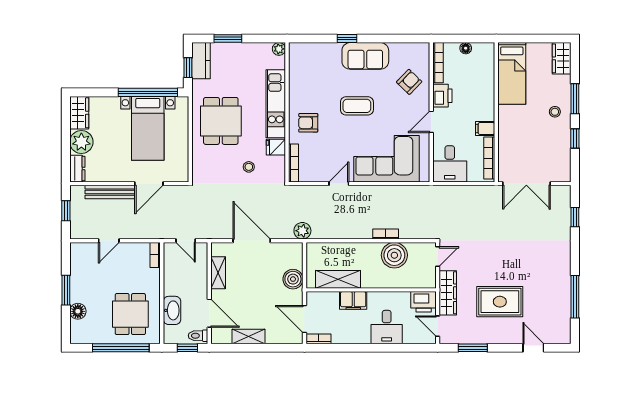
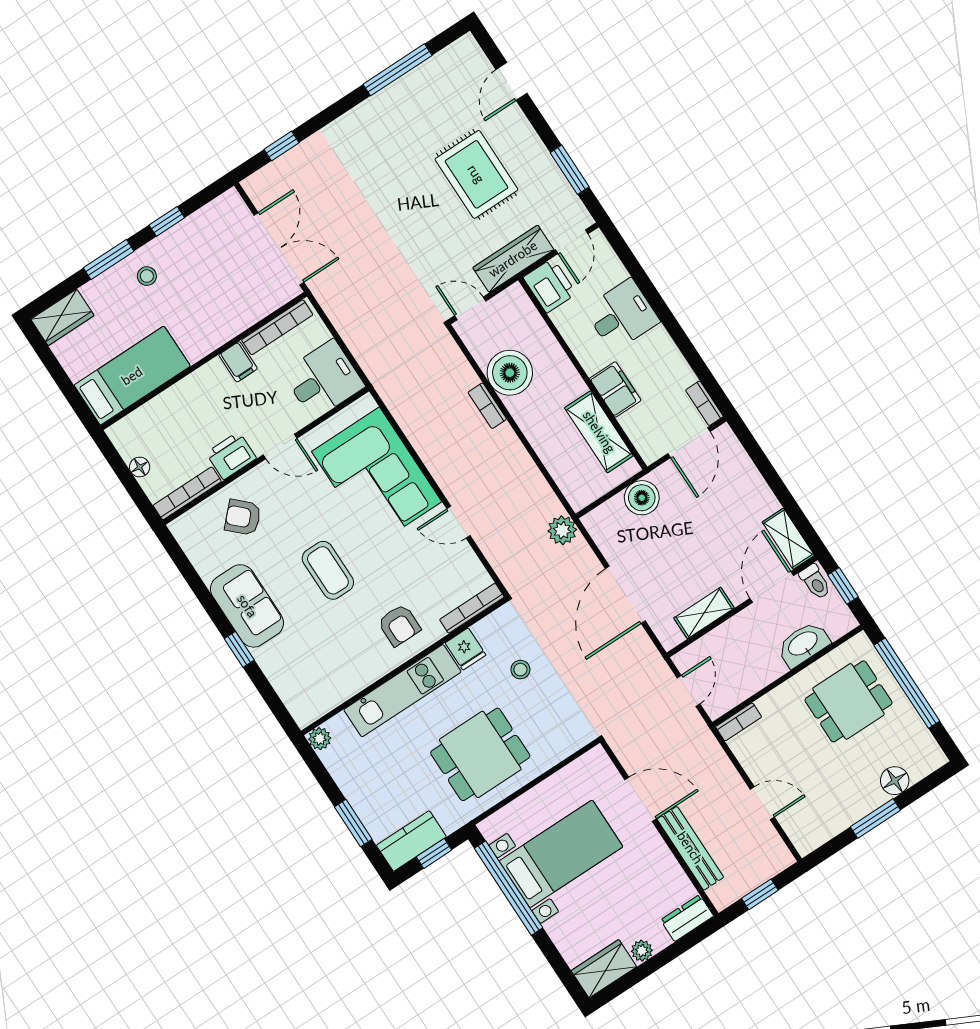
plant: (81, 142) -> (642, 951), width x0.53, depth x0.53
shelving: (248, 336) -> (788, 539), moved

